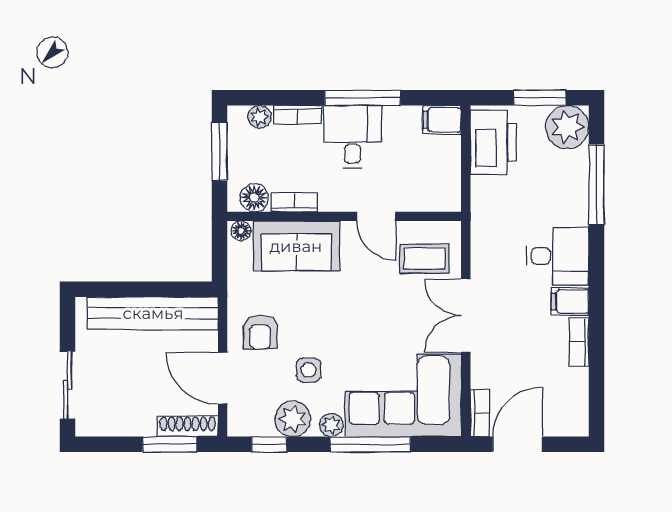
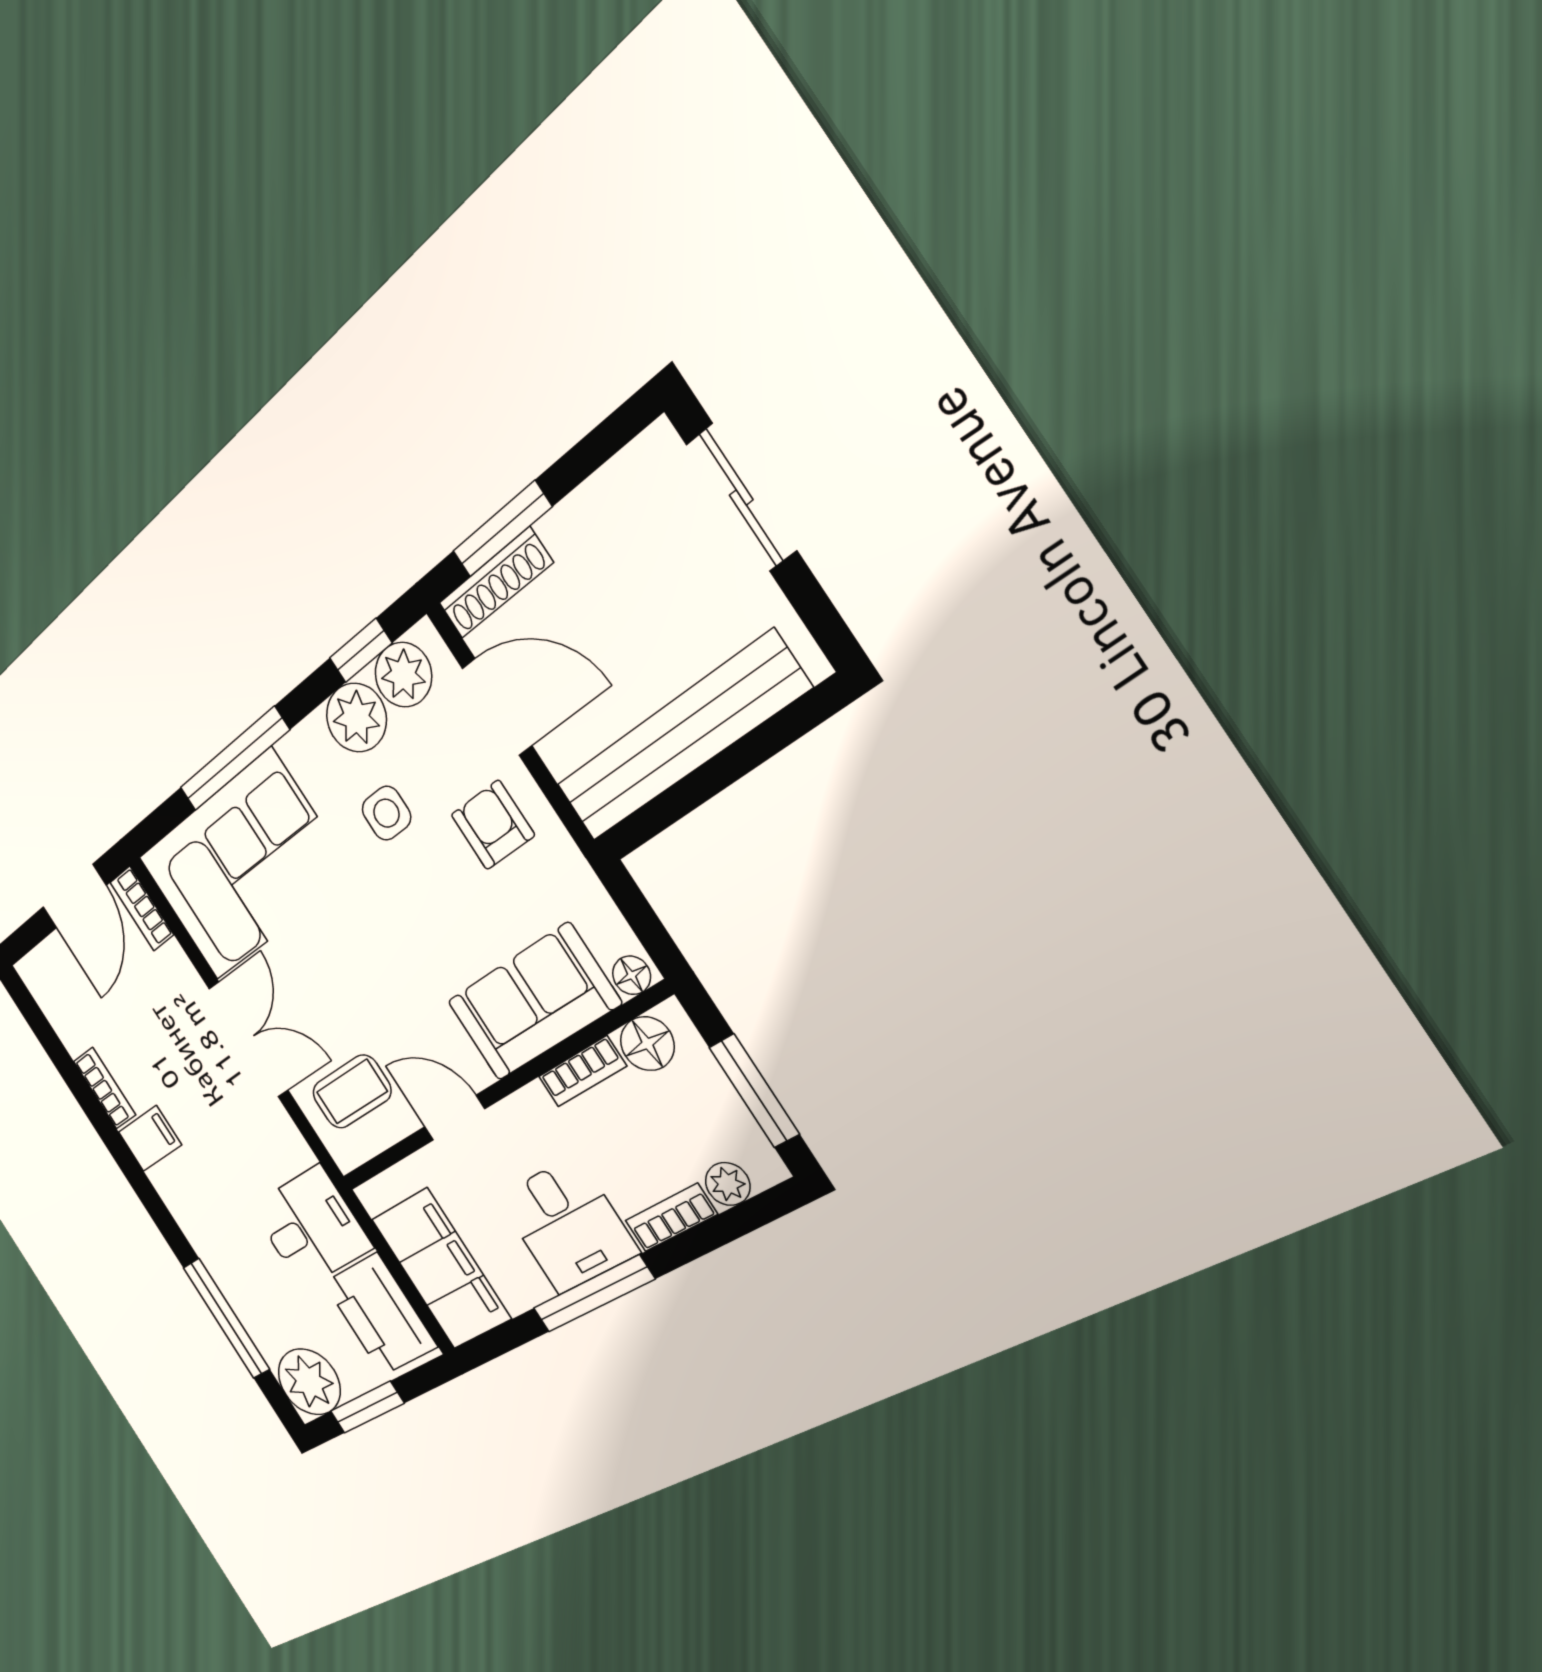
filing cabinet: (442, 120) -> (441, 1269), width x3.00, depth x1.17
desk: (558, 256) -> (311, 1227), moved, turned 180
plant: (331, 425) -> (403, 675), moved, width x1.38, depth x1.38

